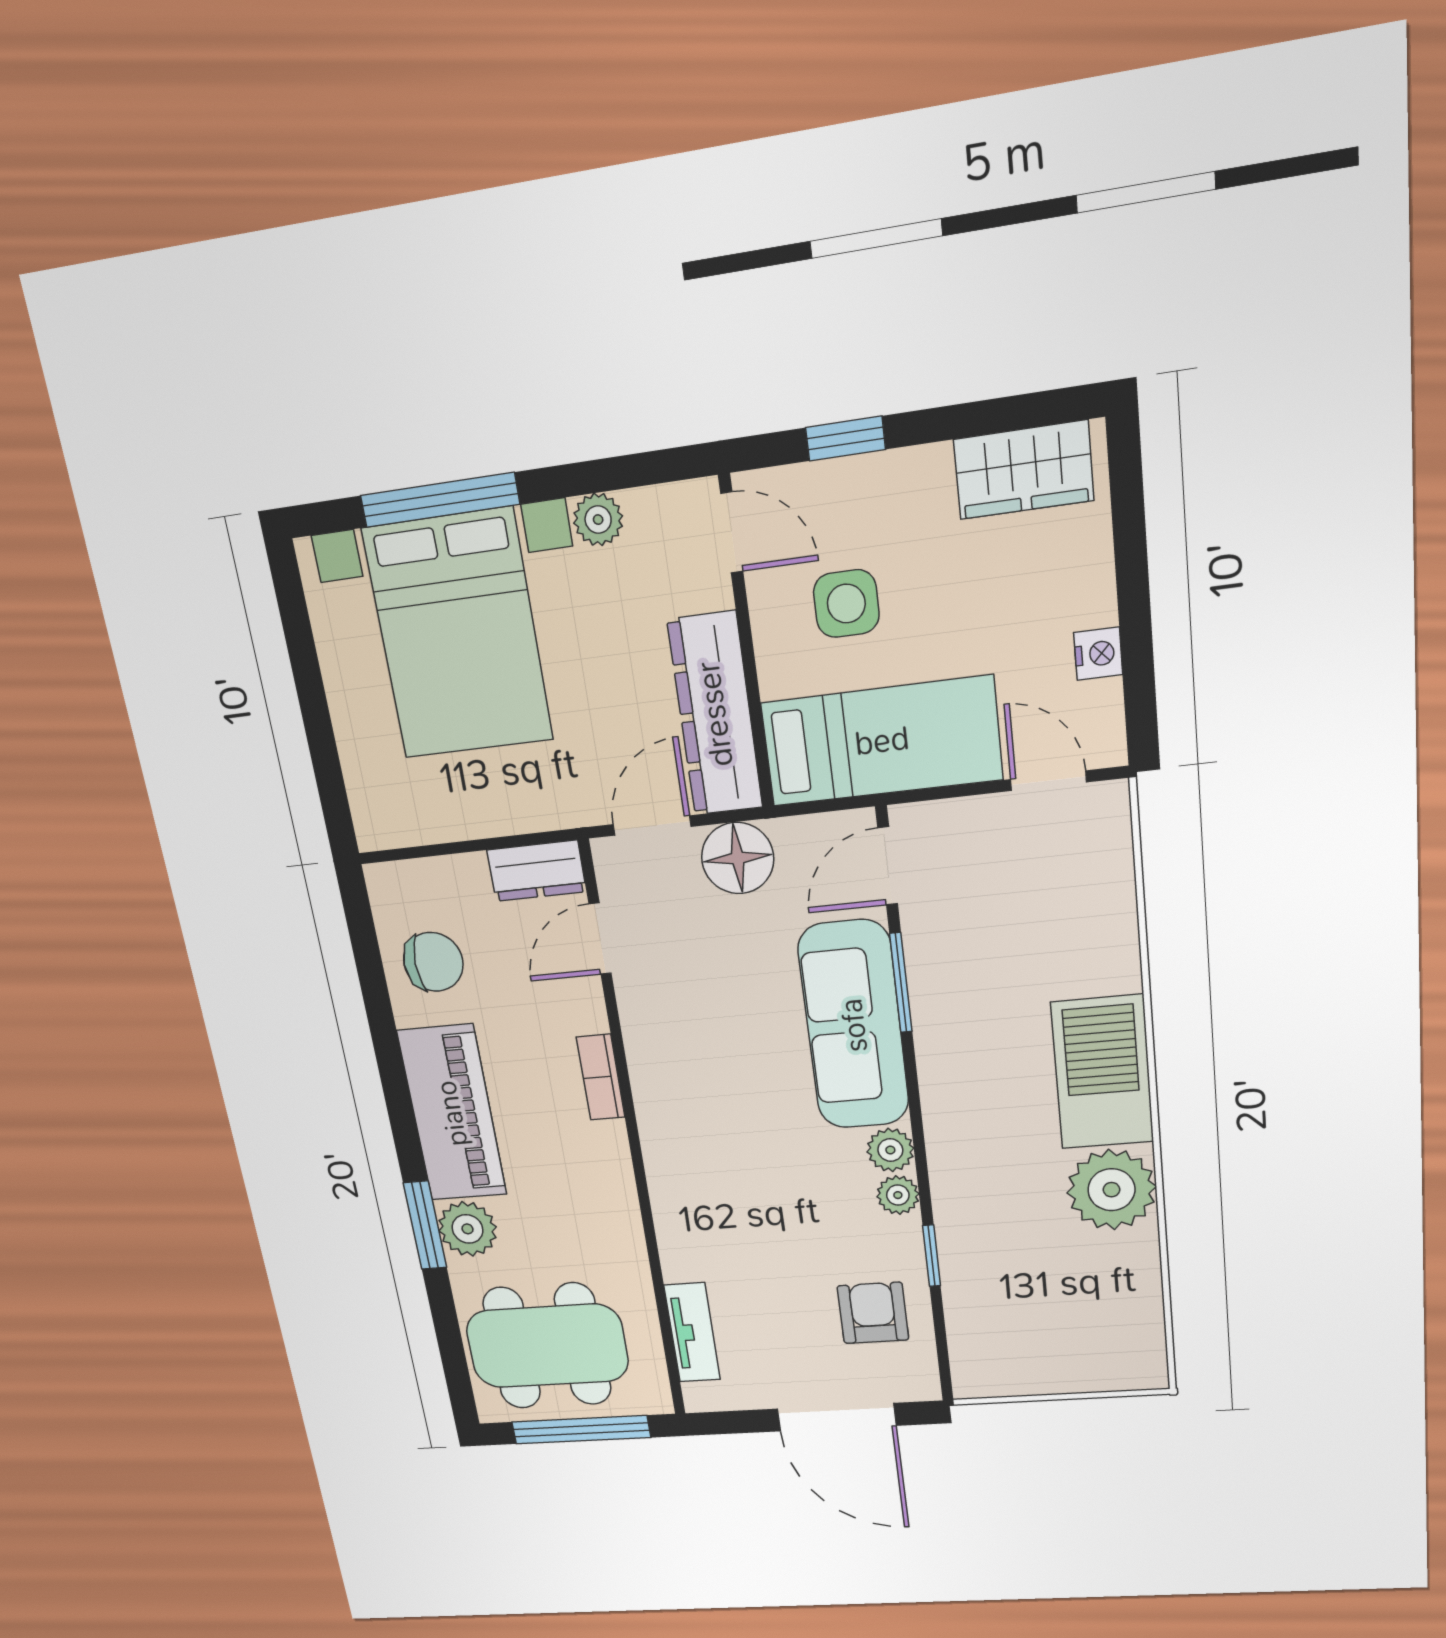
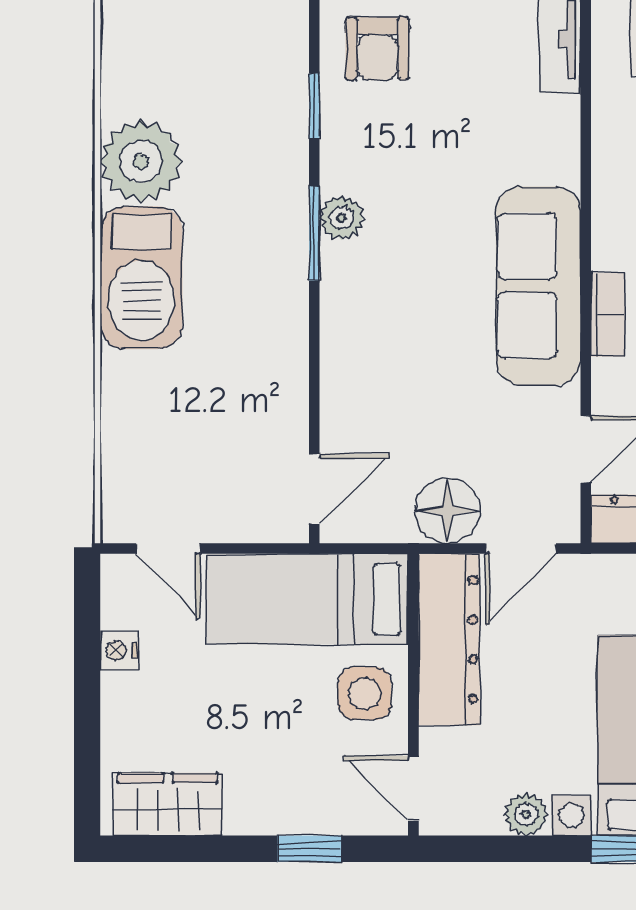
side table: (846, 604) -> (365, 693), moved
window: (901, 983) -> (314, 234), moved
sofa: (854, 1025) -> (538, 286), moved, turned 180
plant: (898, 1195) -> (340, 171), removed

